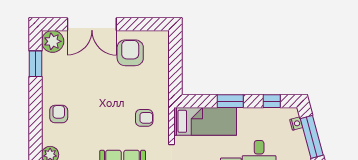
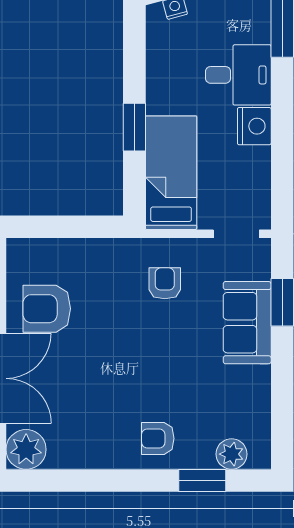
window: (35, 64) -> (202, 481), moved
window: (272, 101) -> (134, 52), removed

